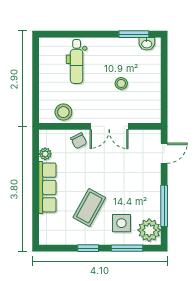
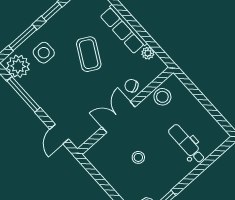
coffee table: (89, 208) -> (89, 54), moved

